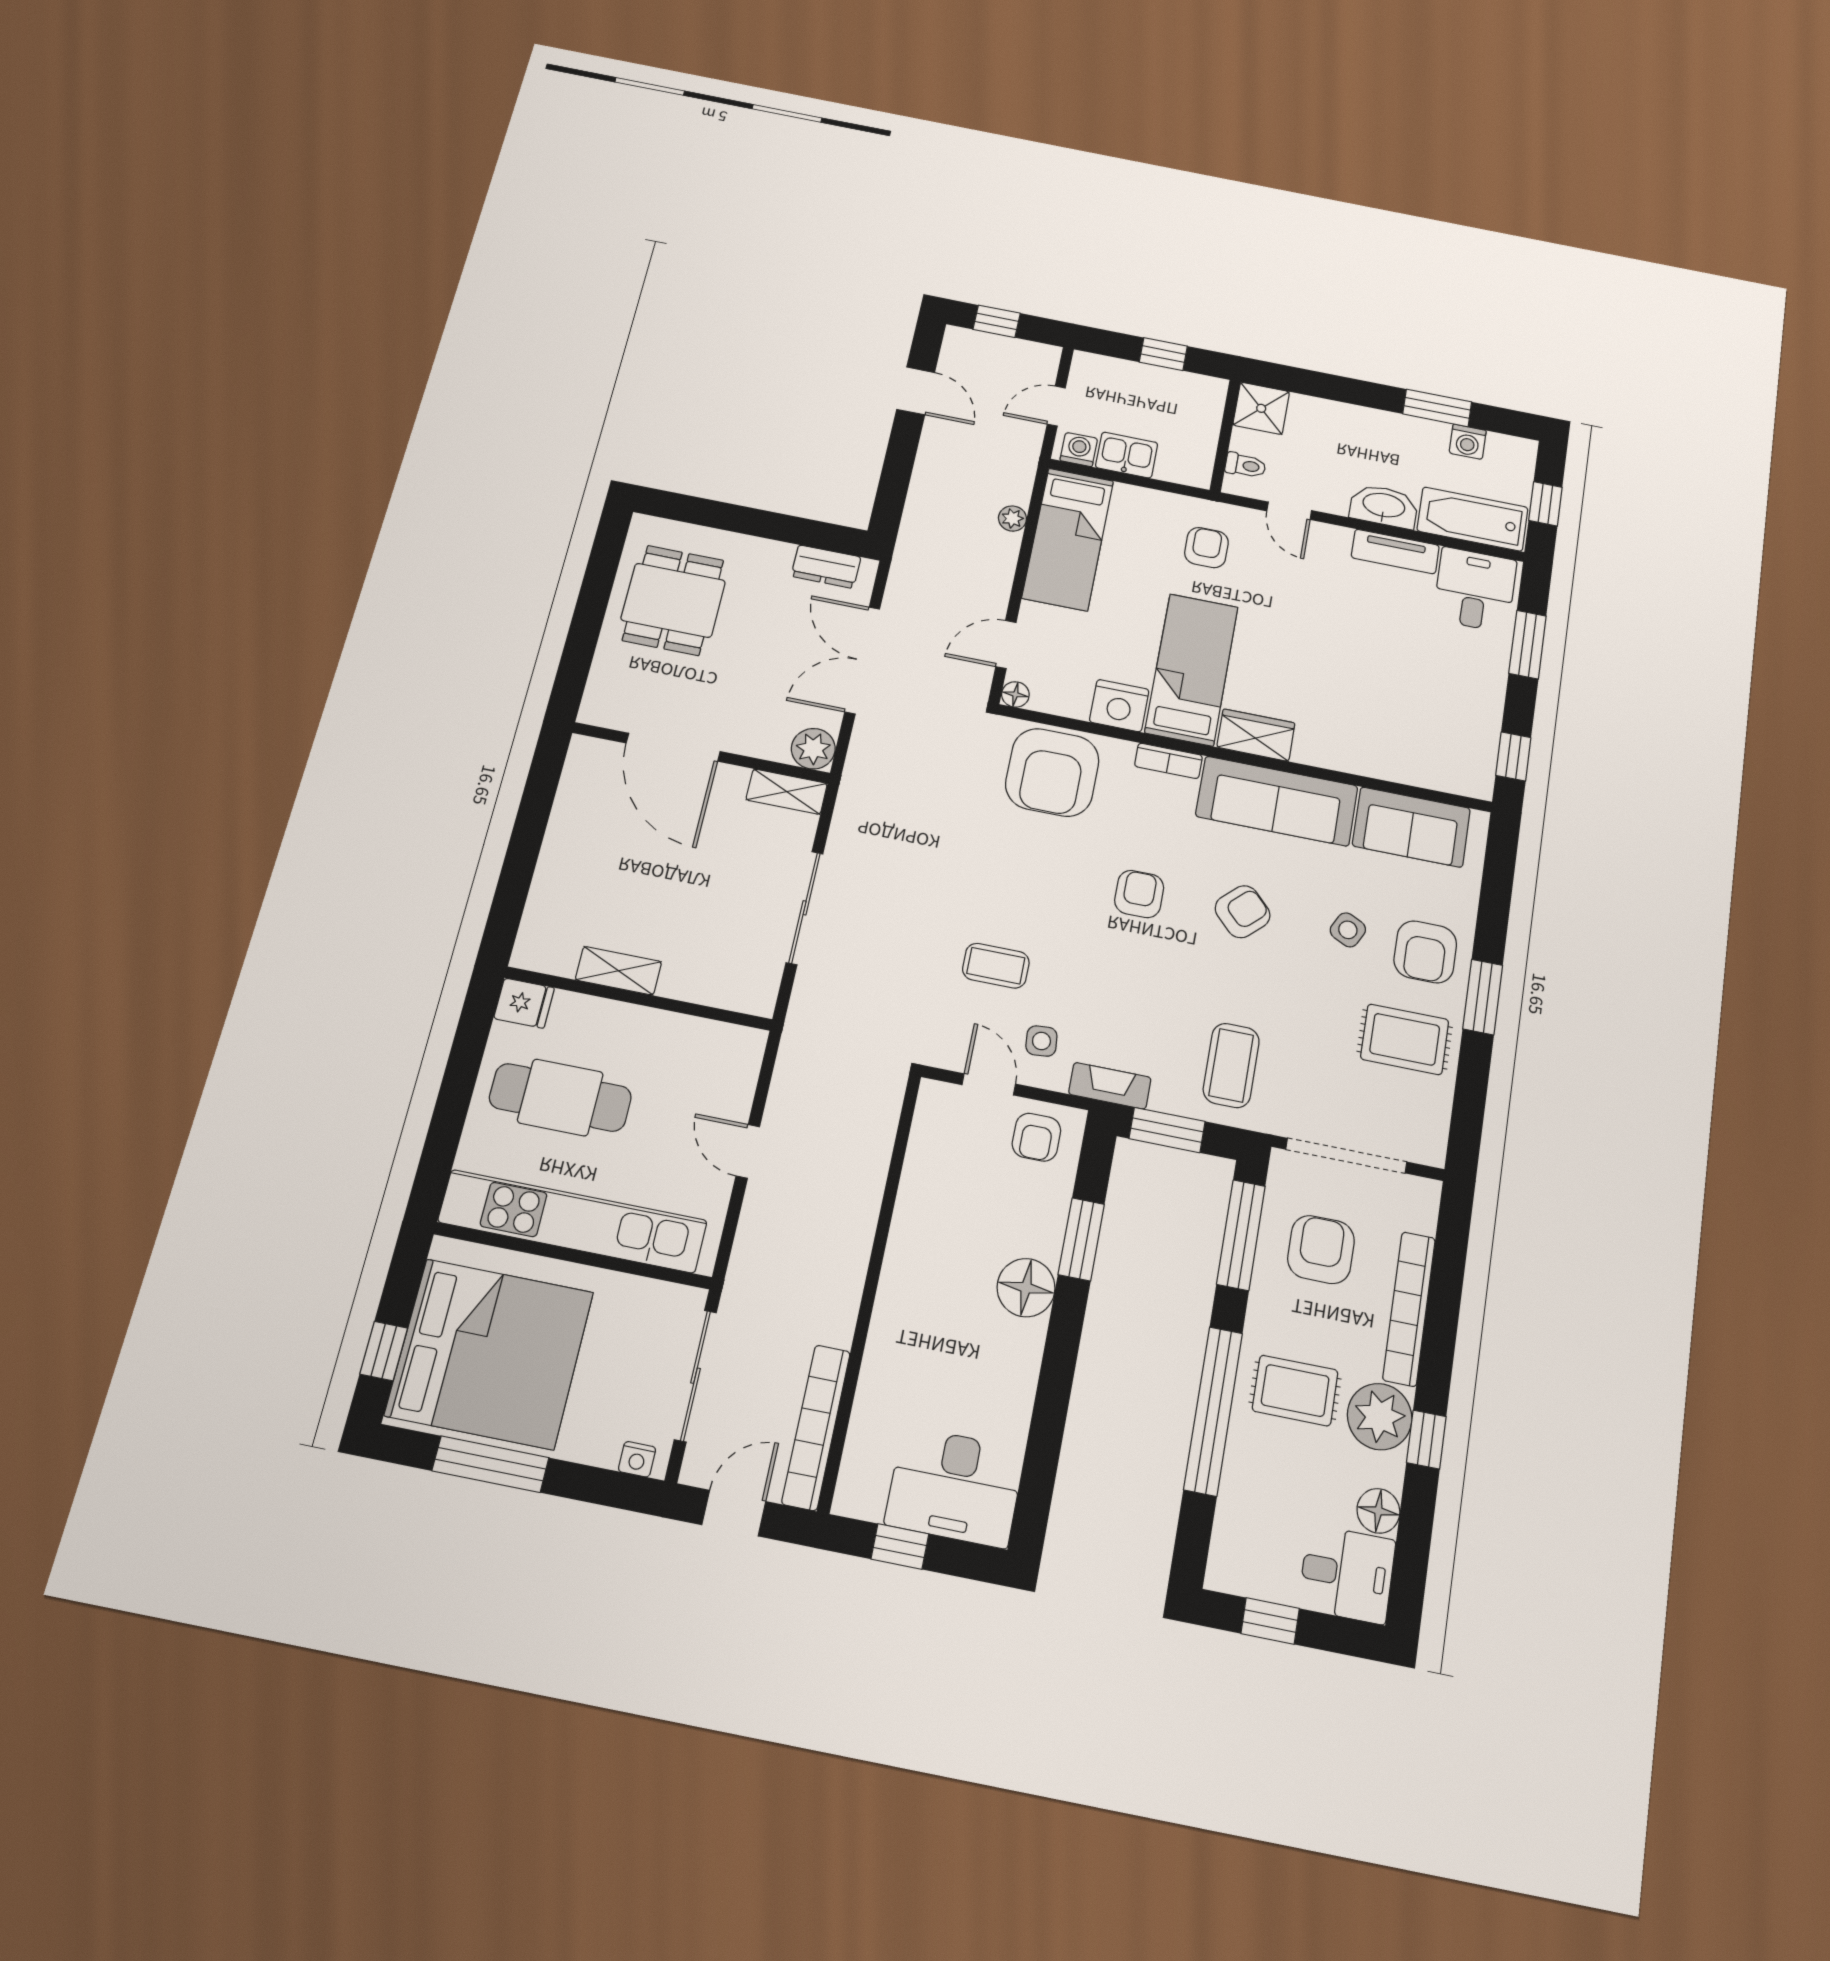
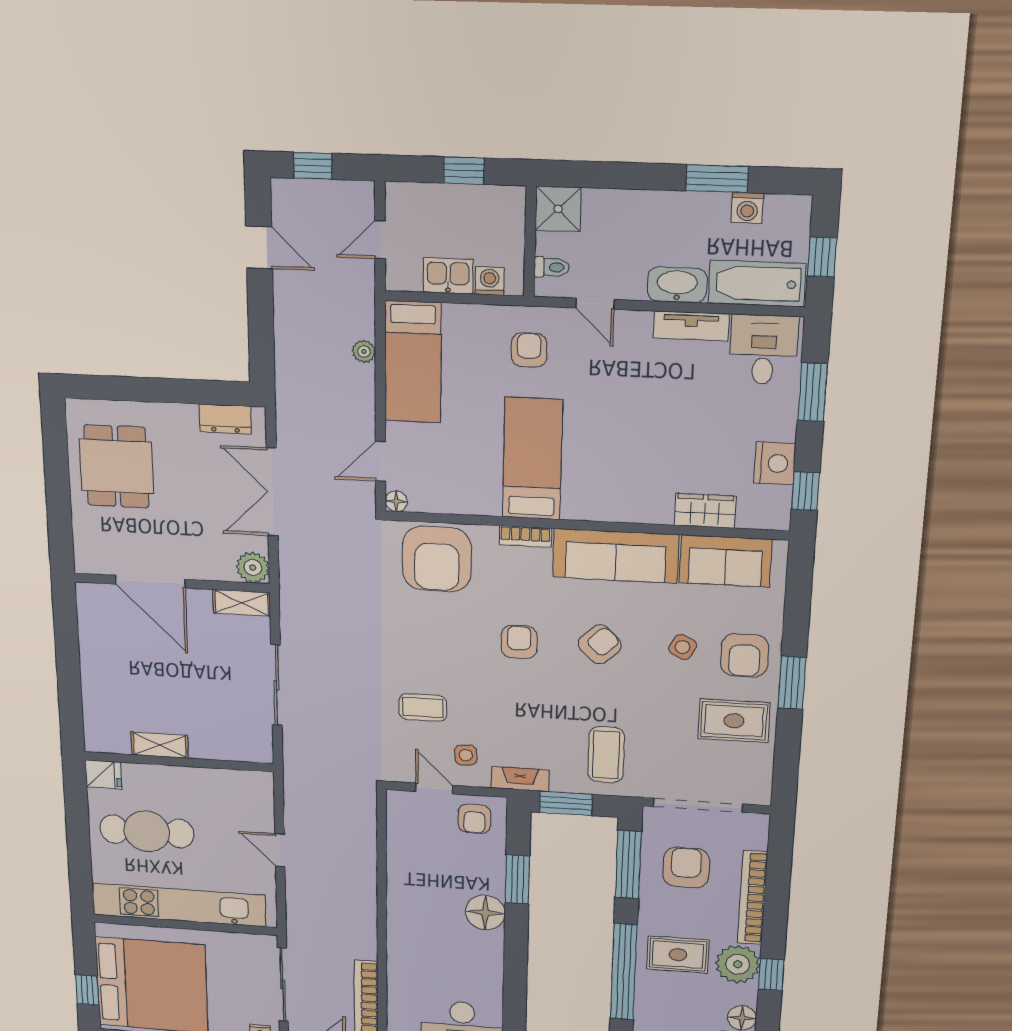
washing machine: (1079, 449) -> (490, 281), moved
nightstand: (1119, 706) -> (775, 463), moved, turned -90
wardrobe: (1256, 735) -> (705, 511), moved

